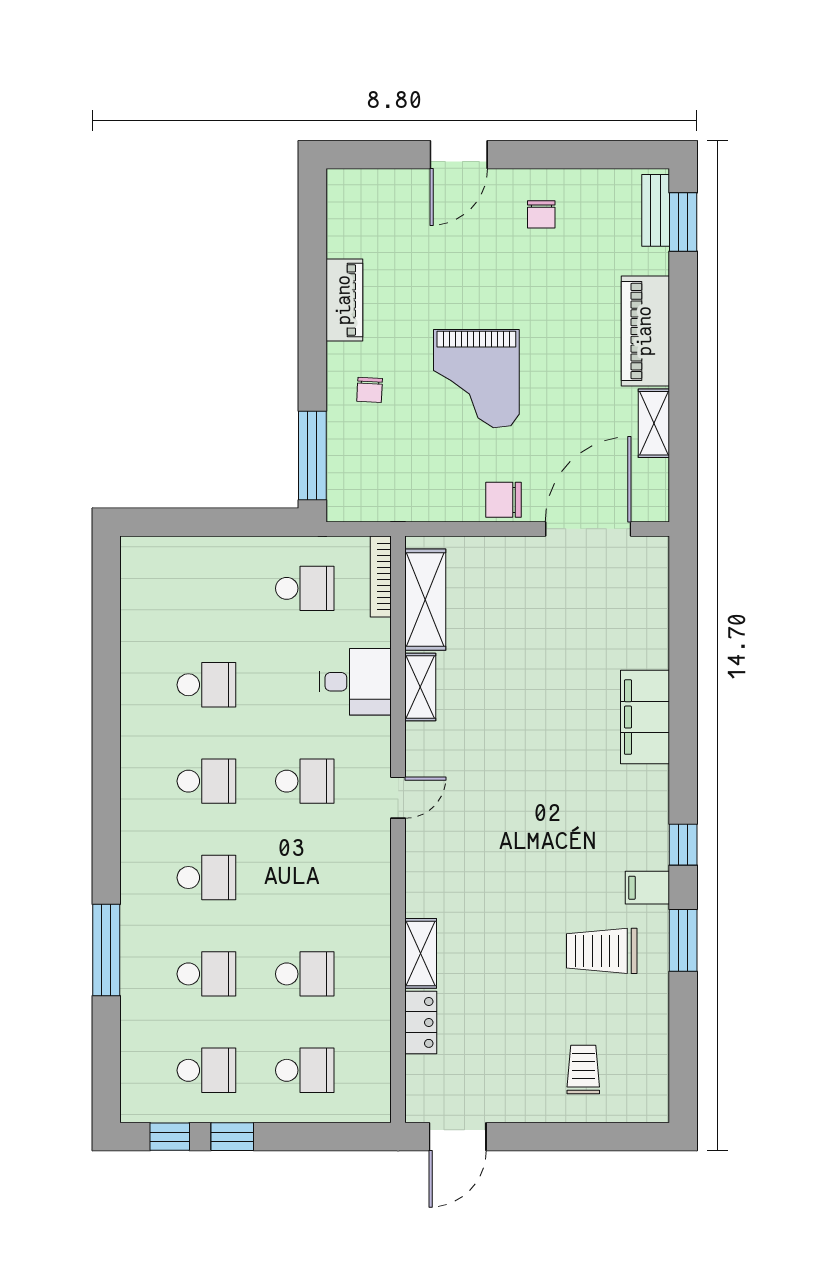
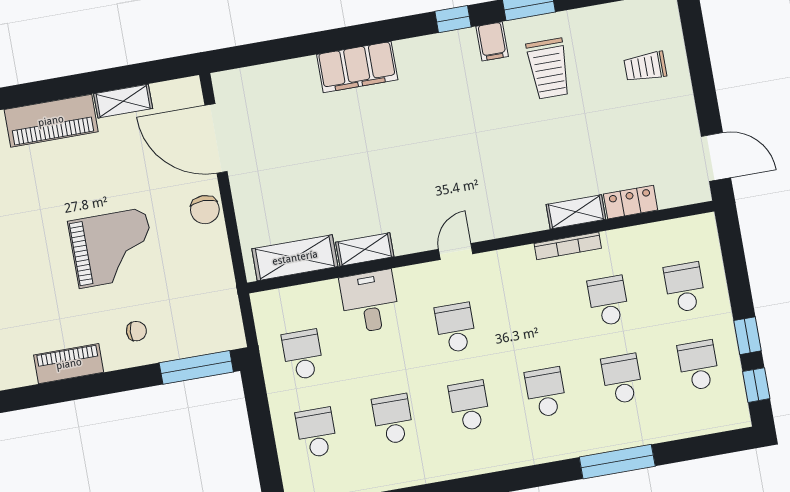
bookcase: (381, 576) -> (568, 246), moved
school desk: (206, 588) -> (317, 433), added
door: (398, 798) -> (456, 251), hinge flipped

